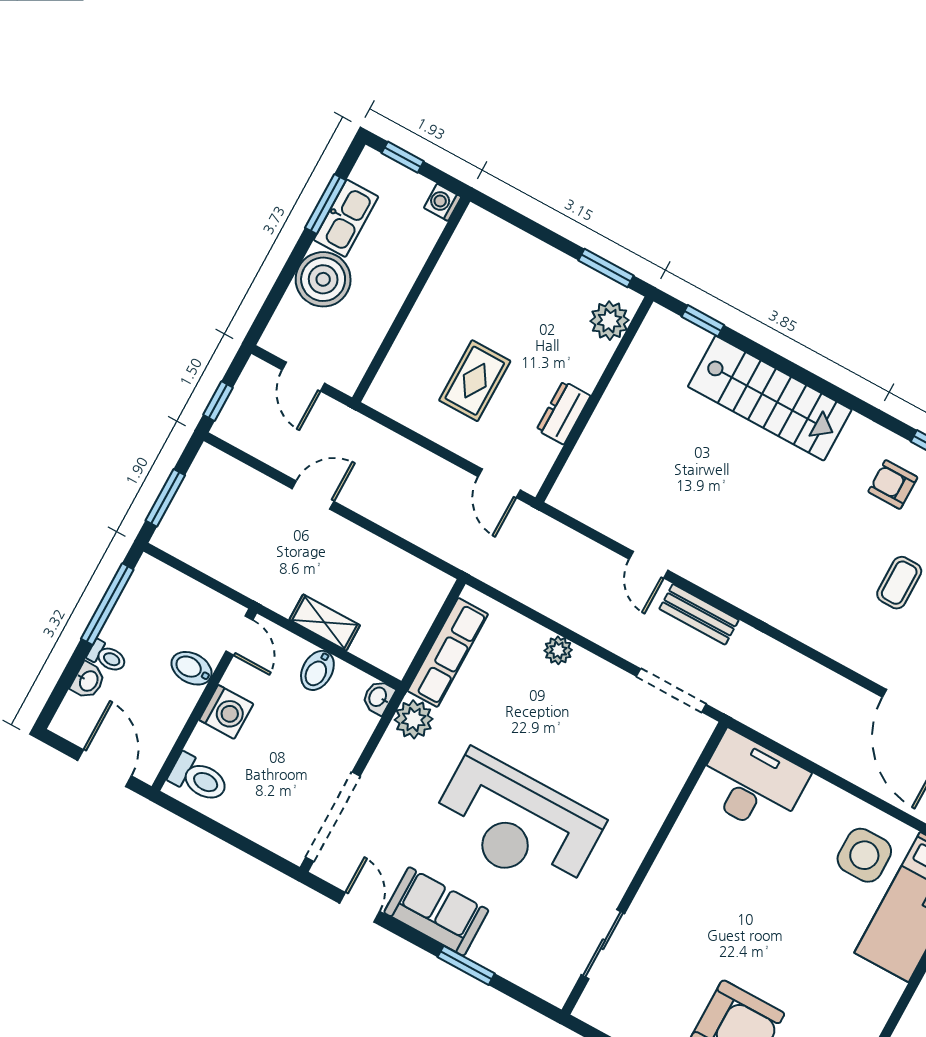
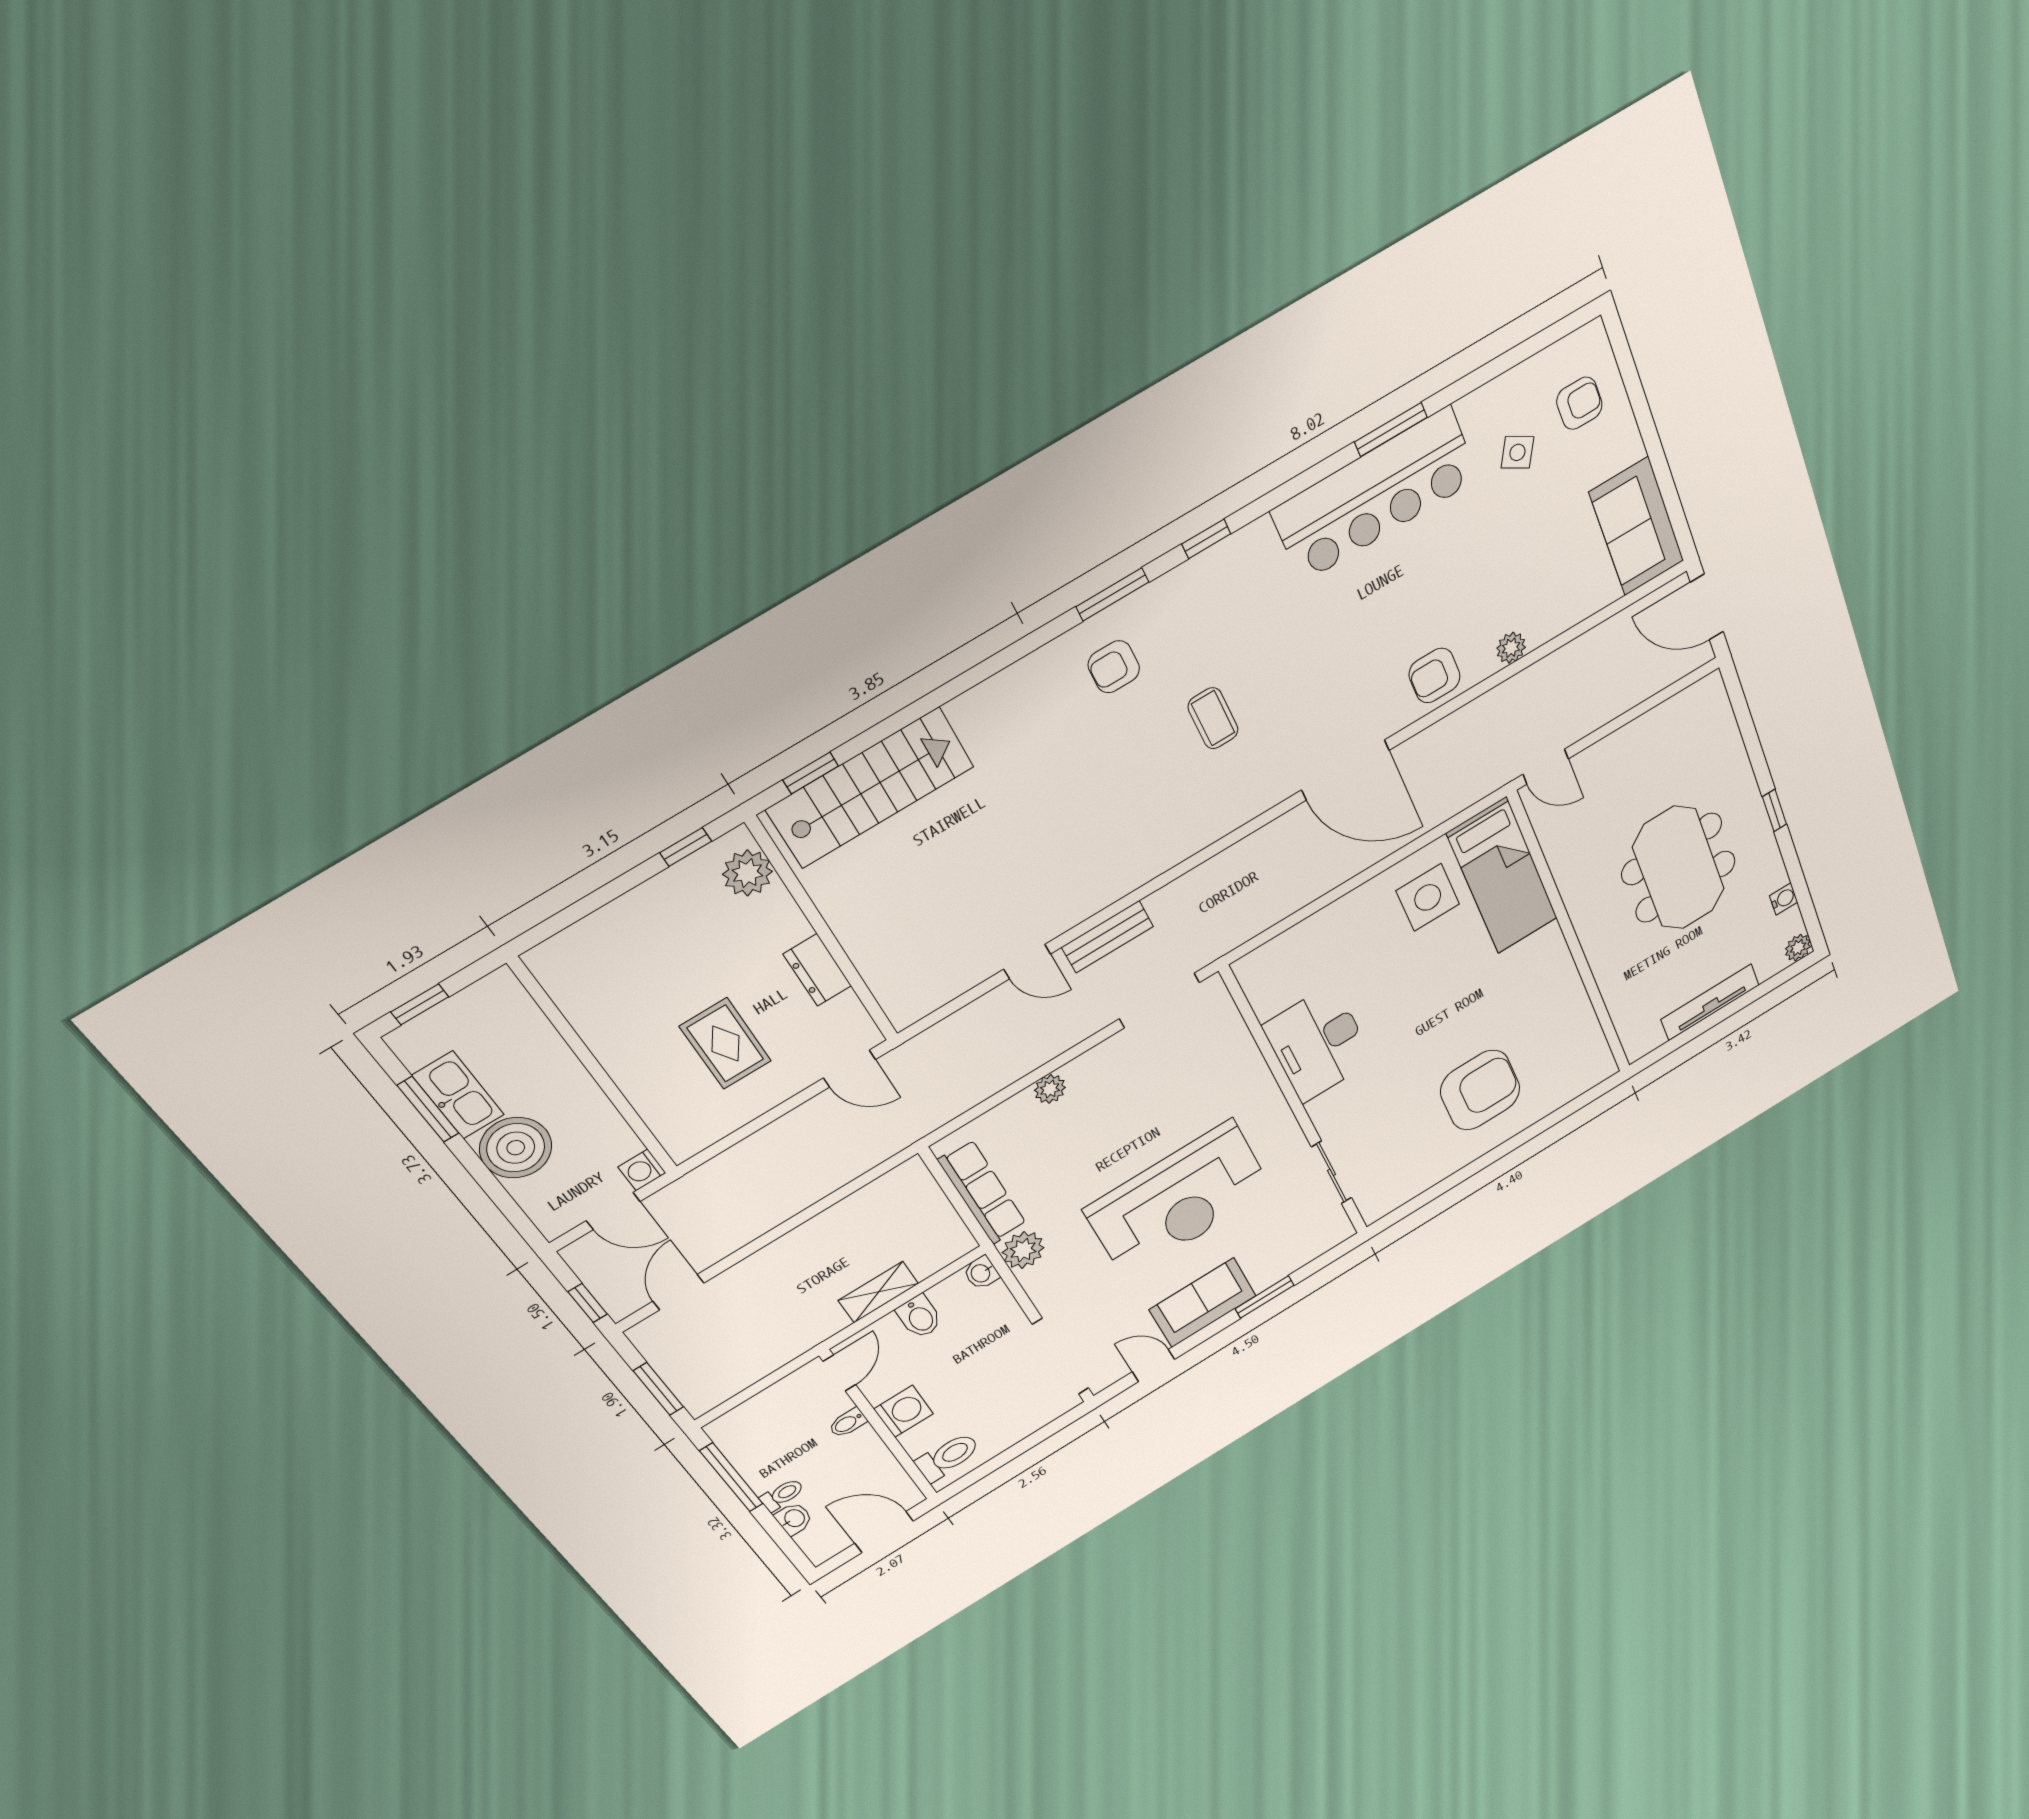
washing machine: (443, 202) -> (642, 1170), moved
window: (606, 268) -> (686, 847), width x0.67
stairs: (770, 398) -> (870, 788), moved
door: (313, 495) -> (678, 1292), moved
door: (239, 635) -> (839, 1373), hinge flipped
bidet: (192, 668) -> (848, 1423), width x0.72, depth x0.74
desk: (752, 783) -> (1318, 1043), moved, turned -90

